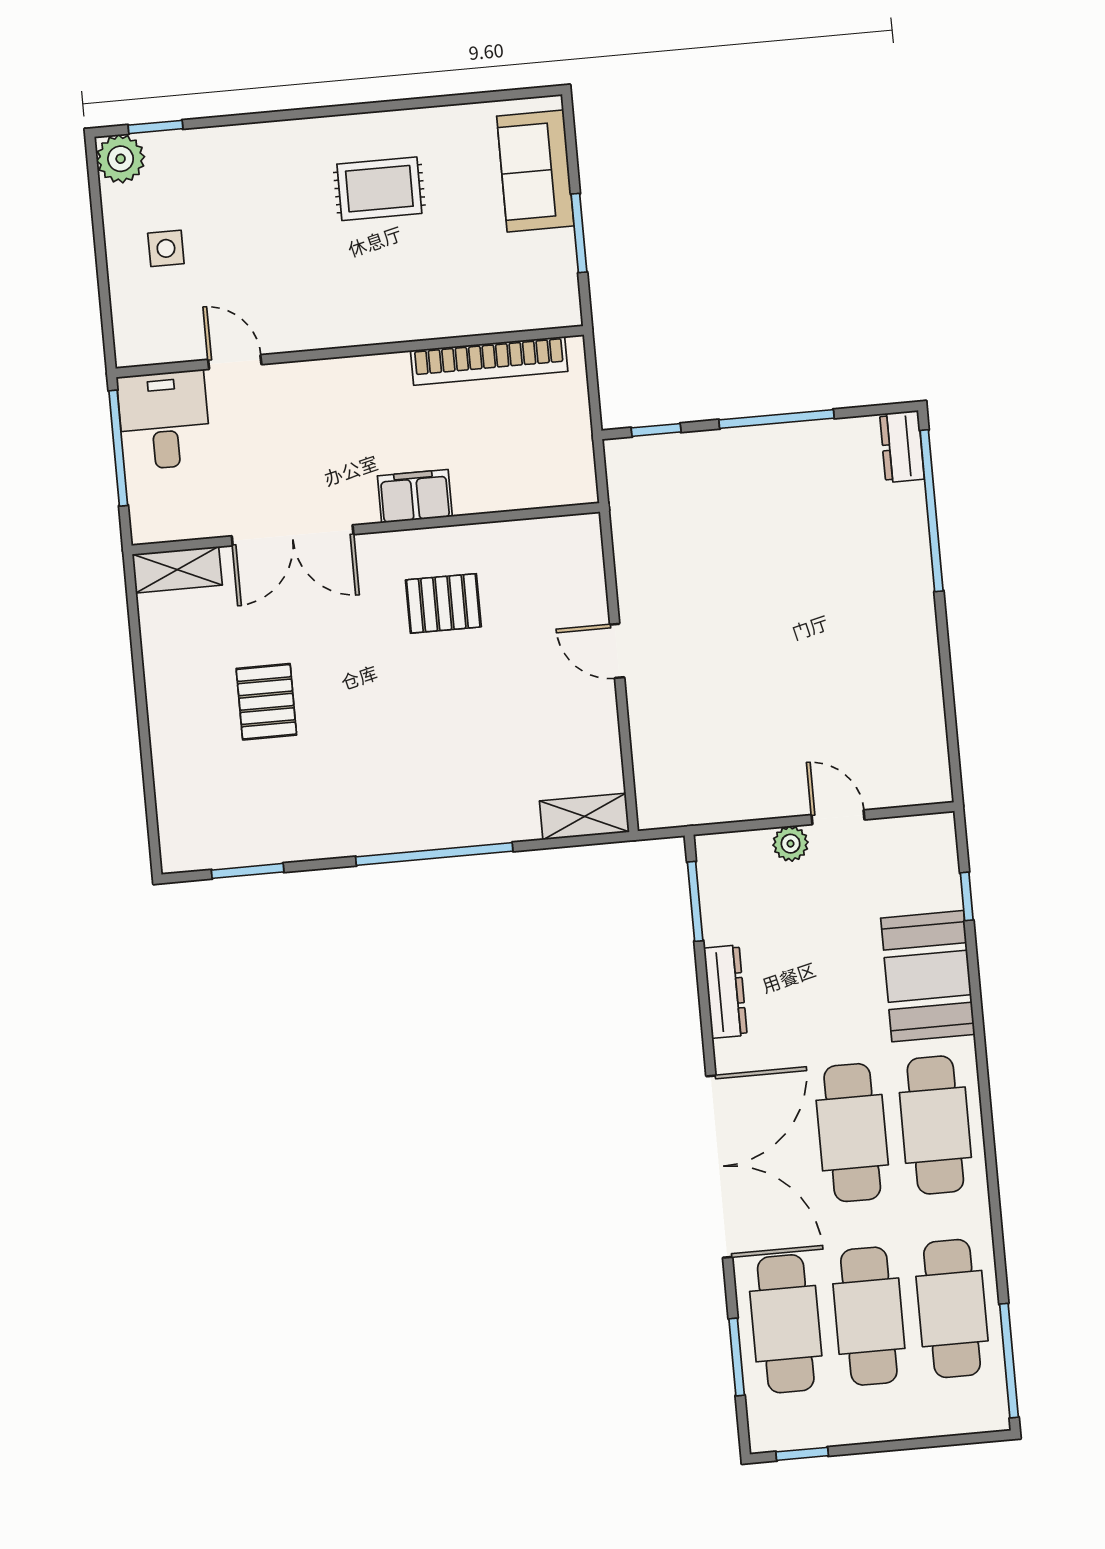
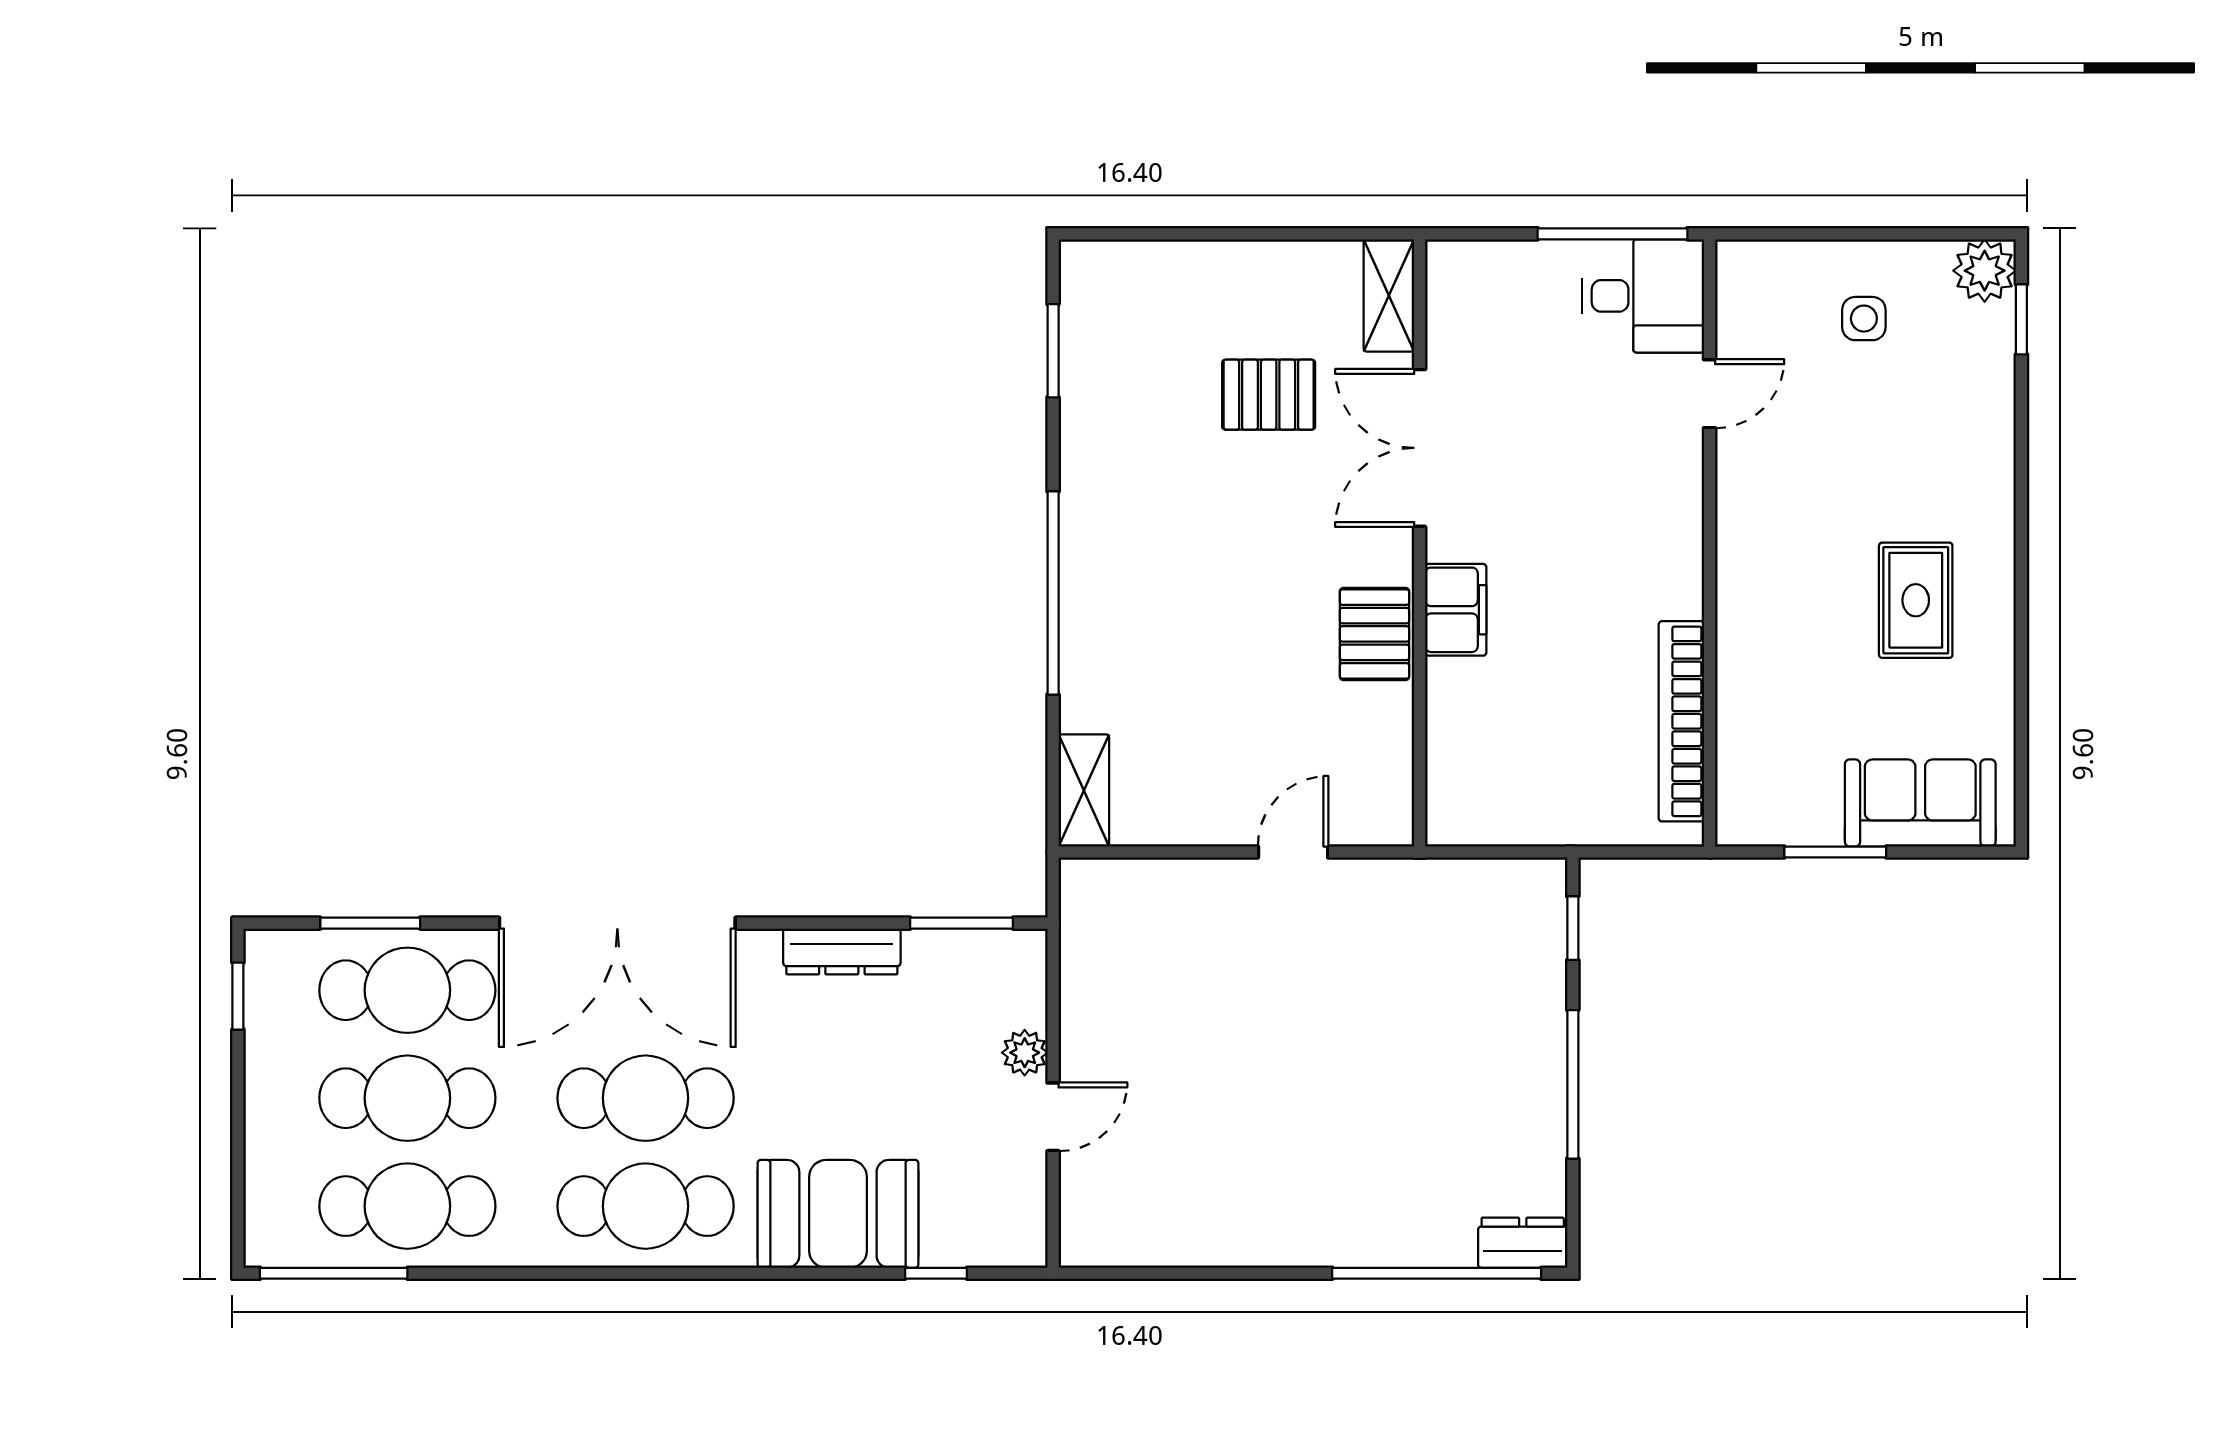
filing cabinet: (415, 496) -> (1456, 610), moved
wall: (366, 529) -> (1420, 543), moved
double door: (293, 535) -> (1420, 448), moved
shelving: (177, 570) -> (1389, 295), moved

